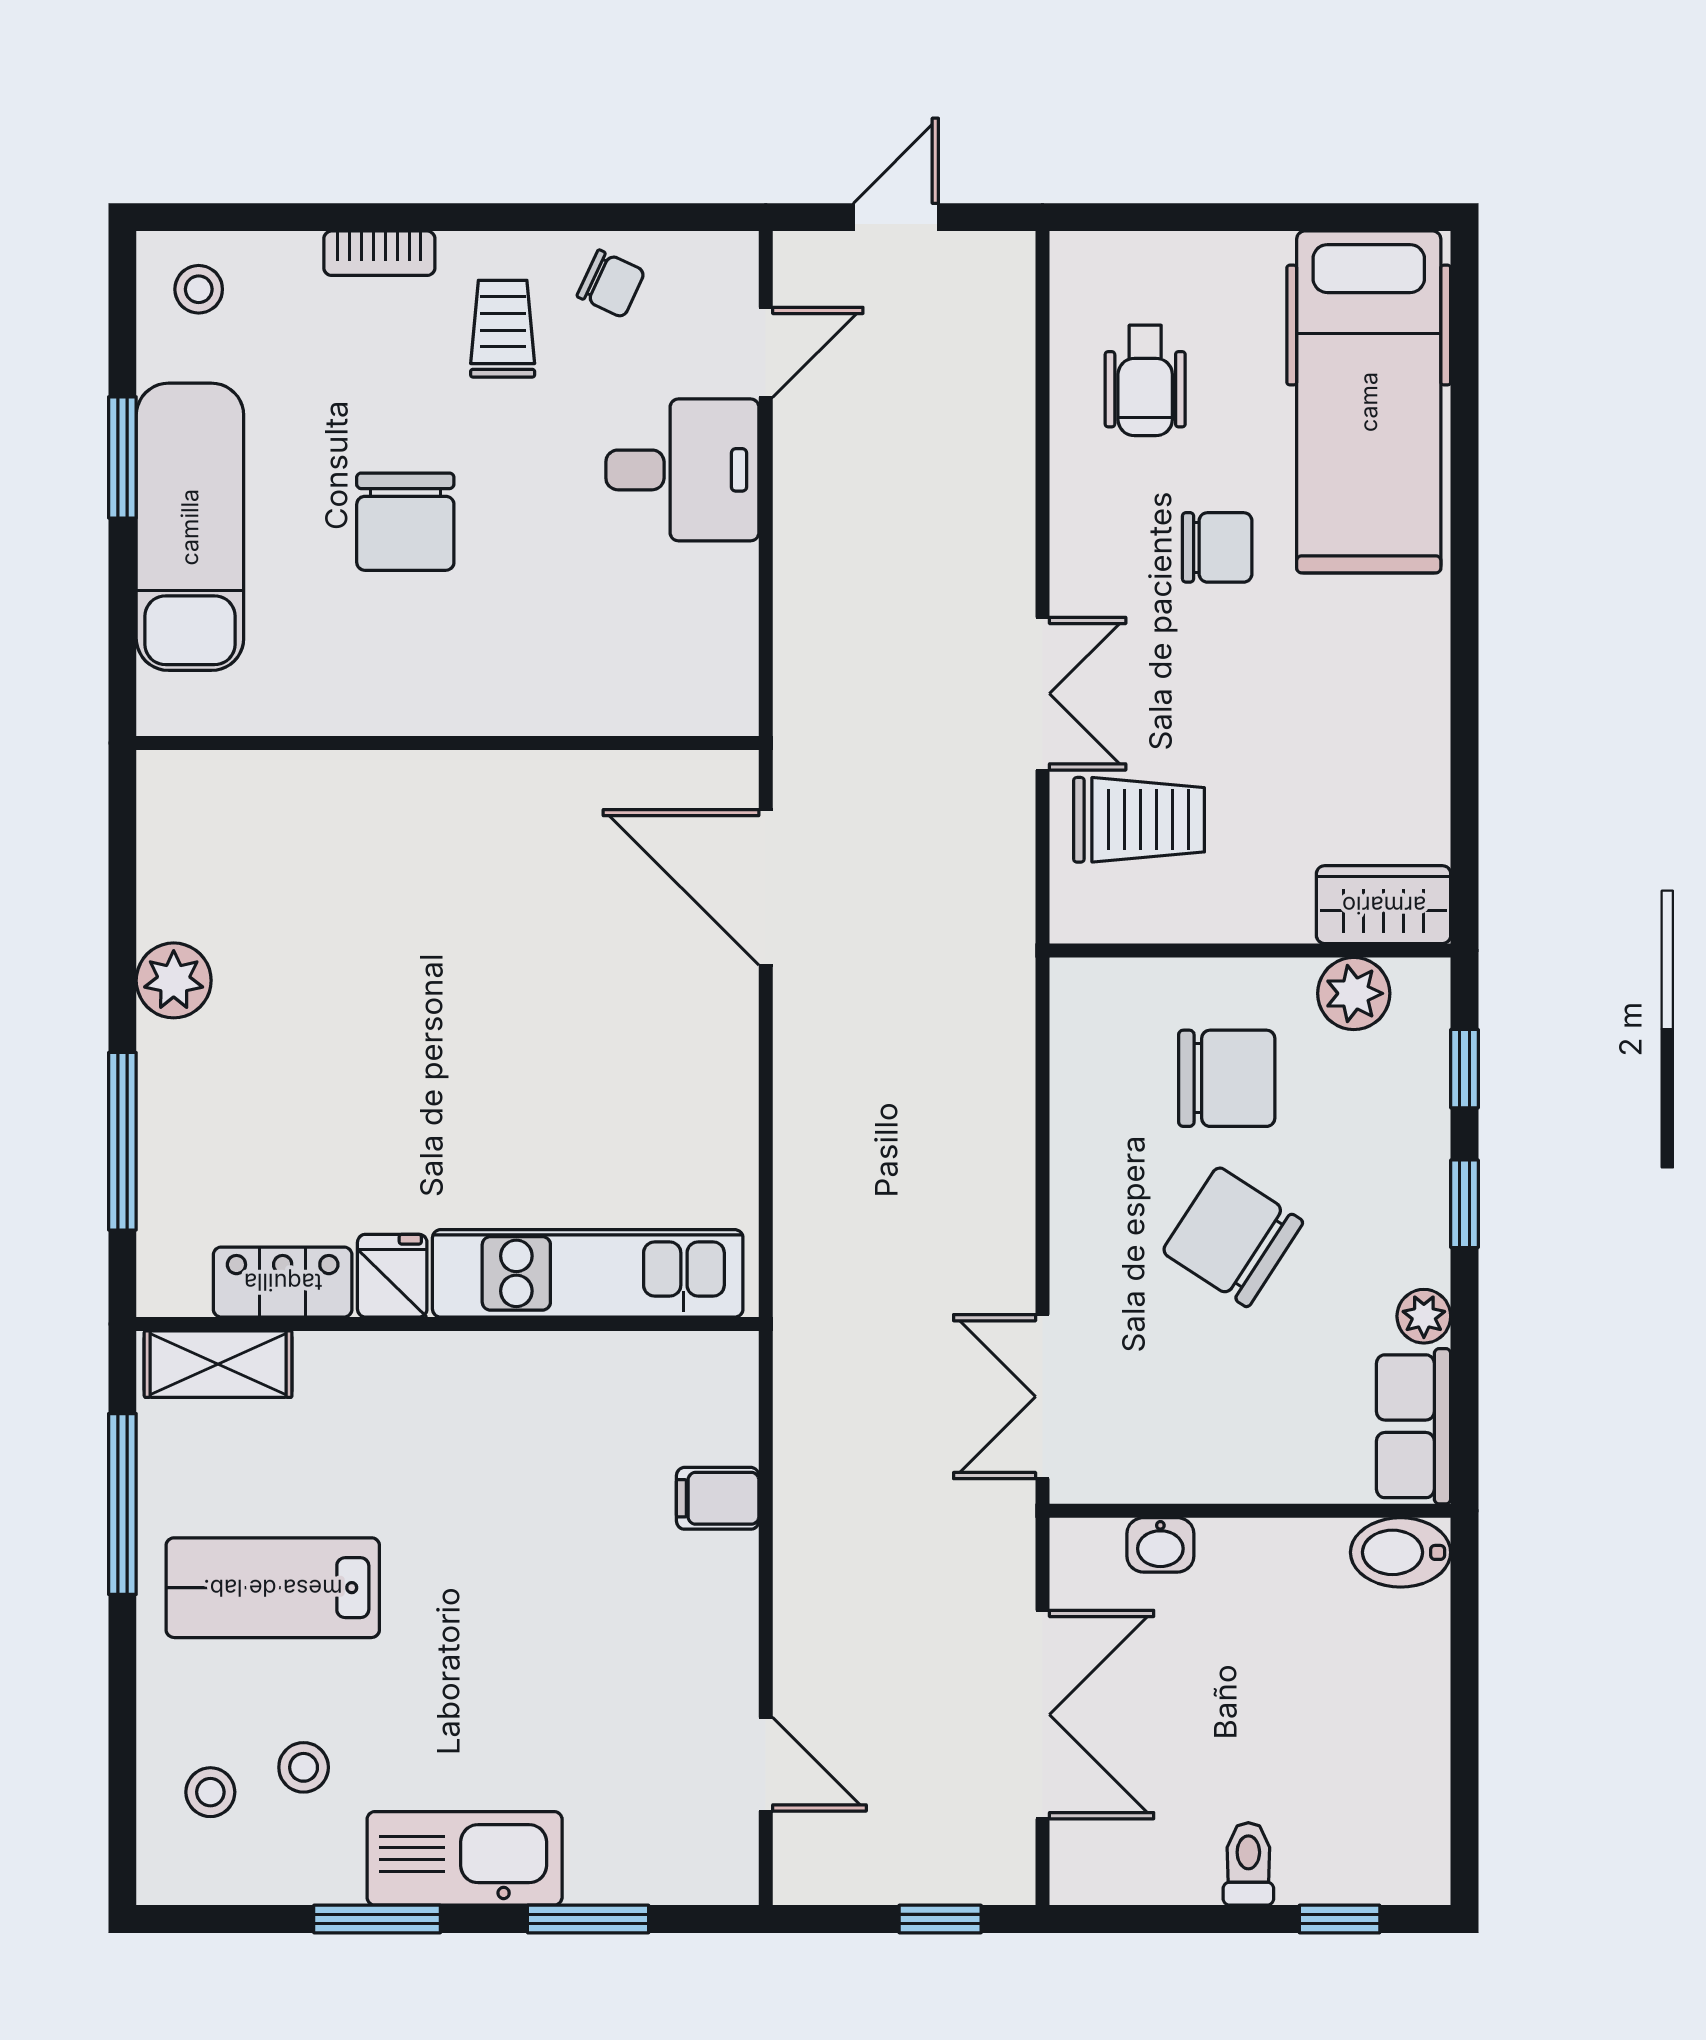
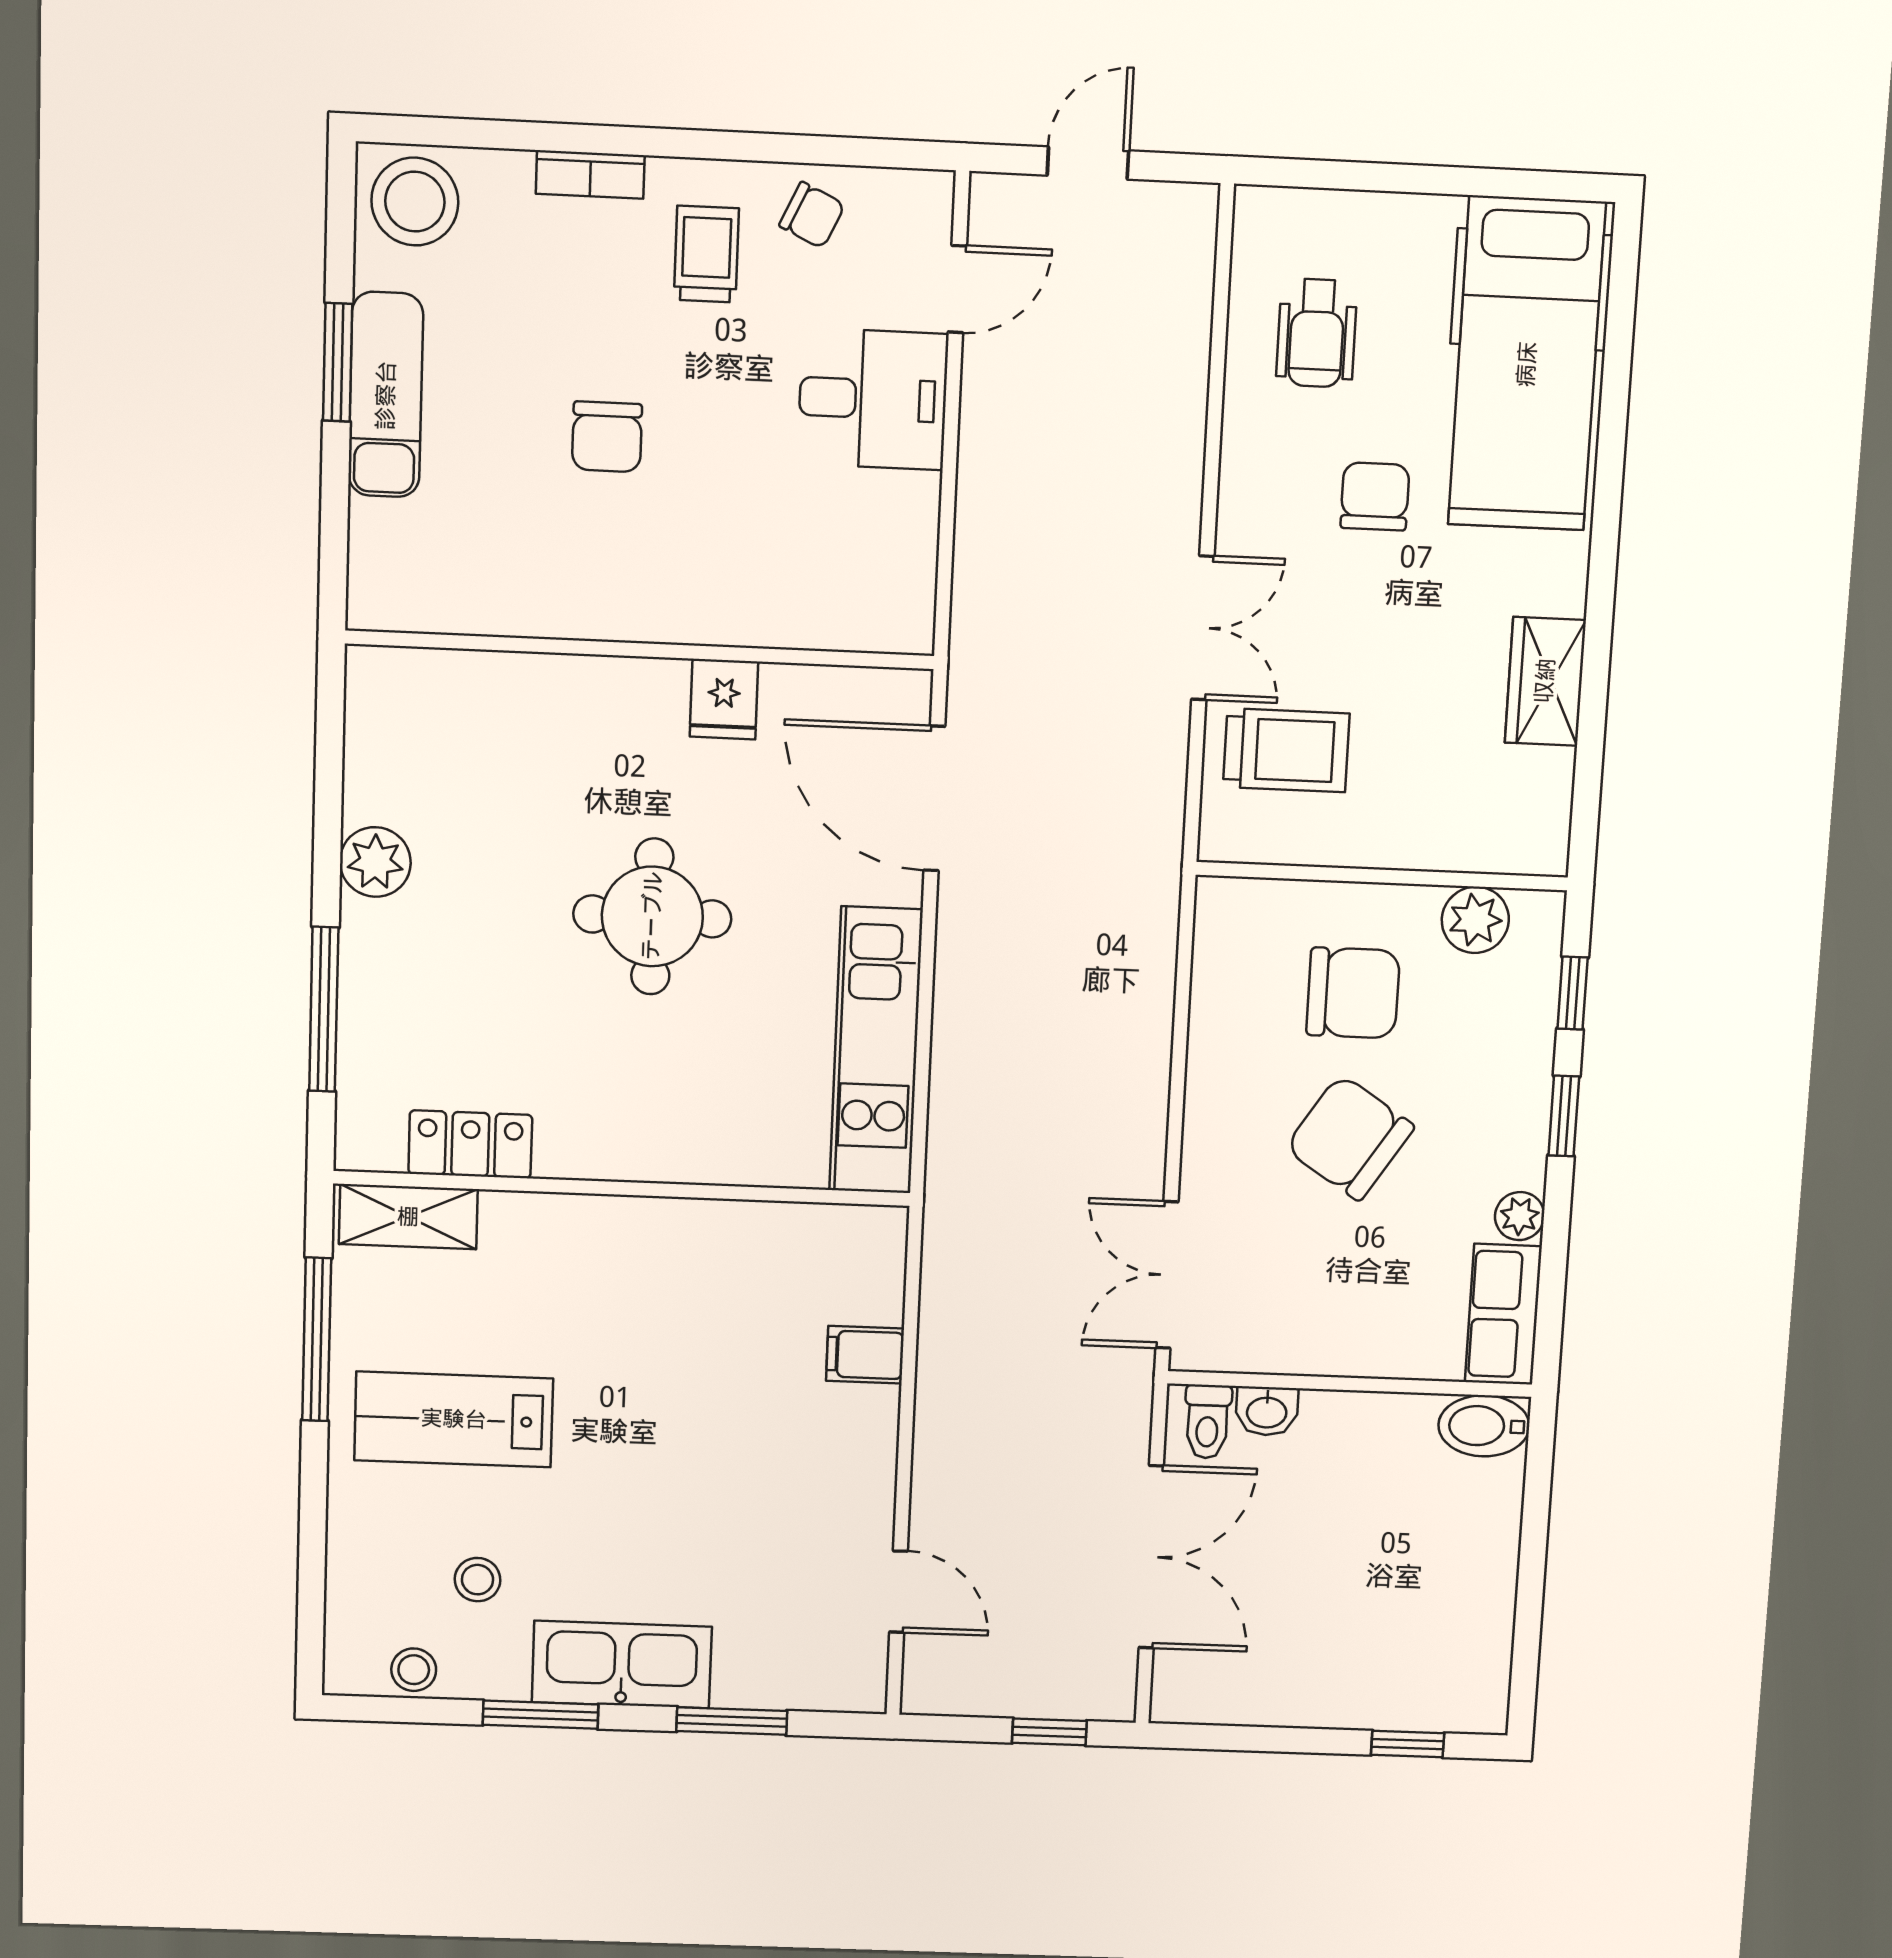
stool: (199, 289) -> (415, 202), width x1.89, depth x1.89
chair: (405, 522) -> (607, 437), width x0.73, depth x0.73
exam couch: (190, 527) -> (386, 395), width x0.73, depth x0.69
chair: (1217, 547) -> (1375, 496), turned -90
wardrobe: (1384, 905) -> (1545, 681), moved, turned -90
round table: (470, 1027) -> (652, 916), added
kitchen unit: (588, 1273) -> (876, 1050), moved, turned -90
fridge: (392, 1276) -> (724, 699), moved, turned 180
stool: (210, 1792) -> (414, 1670), moved
toilet: (1248, 1864) -> (1207, 1422), moved, turned 180

